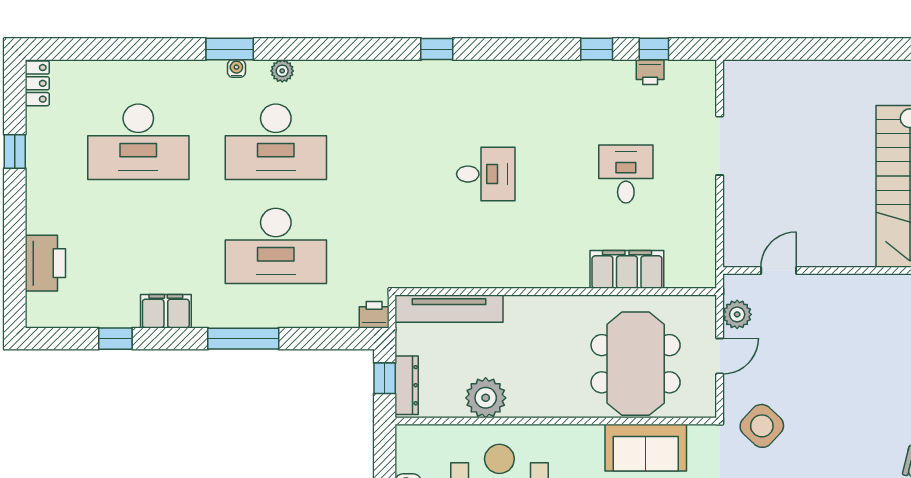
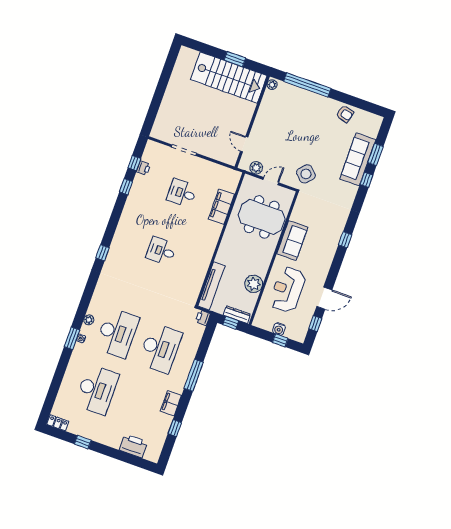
desk: (486, 174) -> (161, 251), turned -90
door: (720, 356) -> (271, 181), hinge flipped
sofa: (646, 448) -> (292, 240), moved

